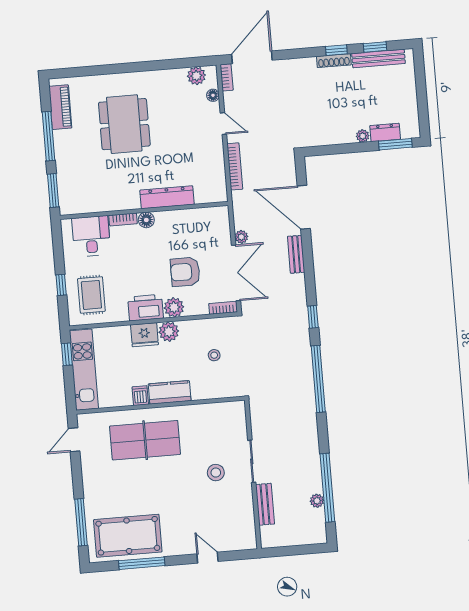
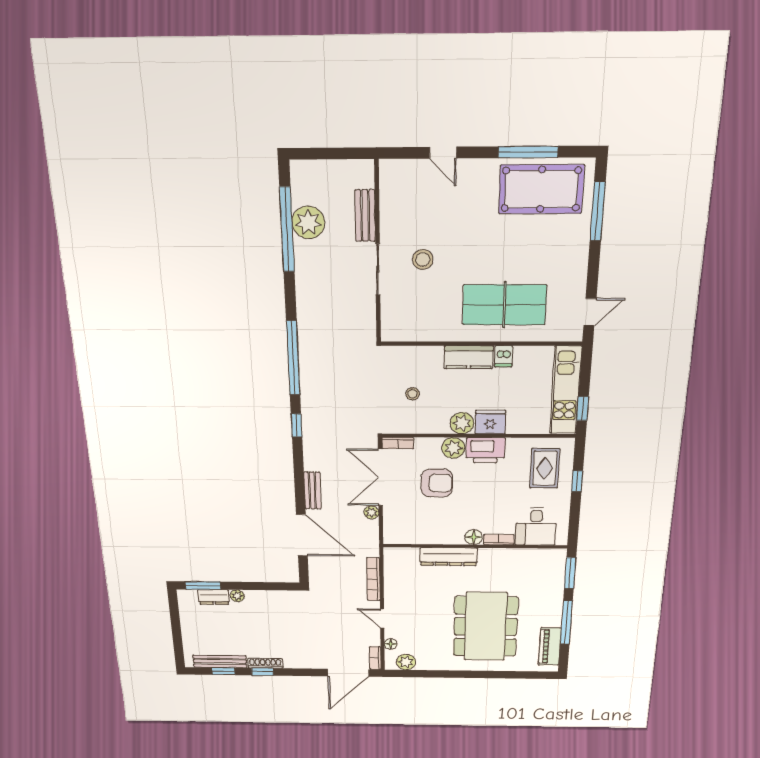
dining table: (124, 124) -> (485, 626), width x1.36, depth x1.24
plant: (317, 501) -> (308, 222), width x1.88, depth x1.88

